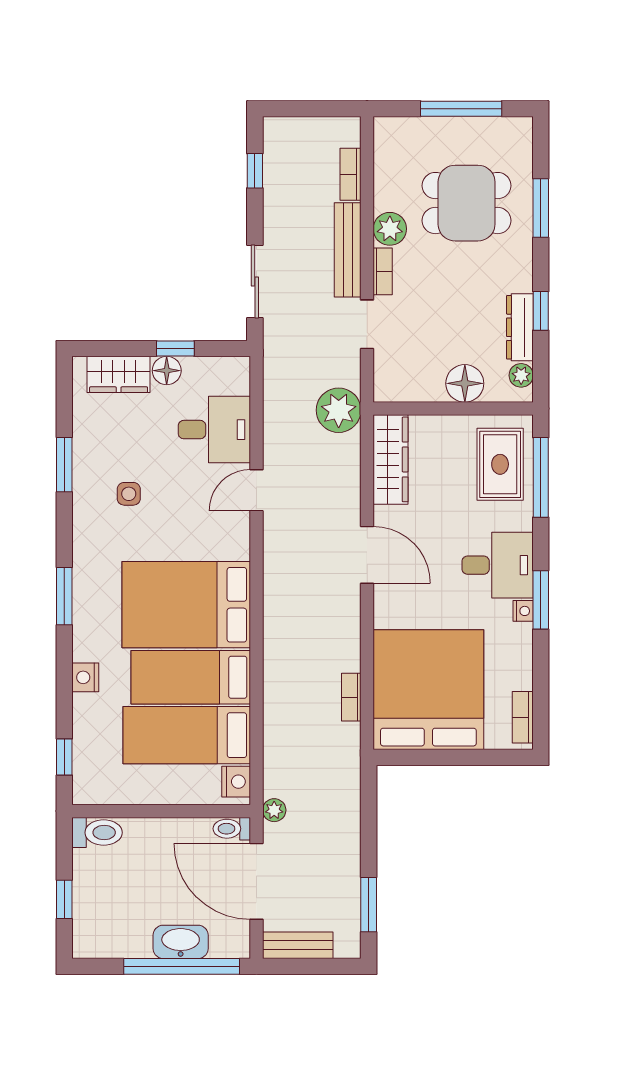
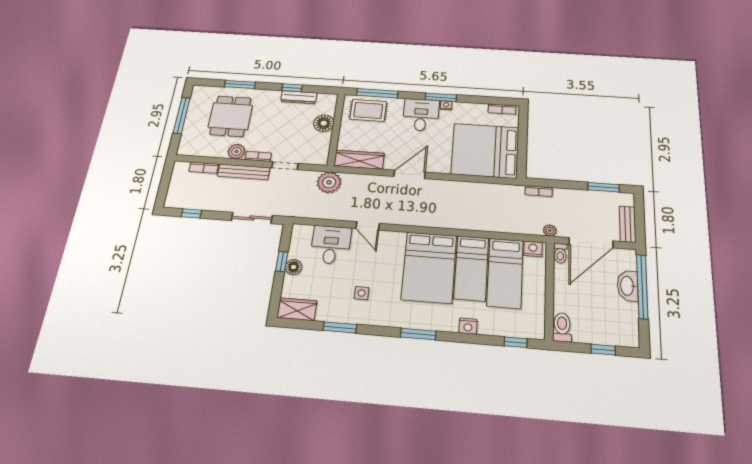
wardrobe: (119, 374) -> (297, 309), moved, turned -90
plant: (521, 375) -> (323, 98), removed
bookcase: (351, 697) -> (539, 191), moved

